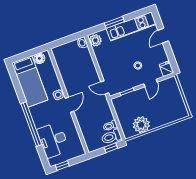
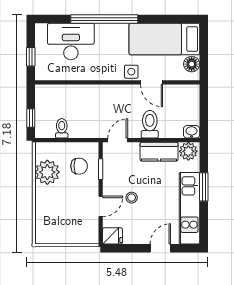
door: (163, 36) -> (160, 248), hinge flipped
kitchen counter: (102, 59) -> (159, 152), added
door: (151, 83) -> (101, 206), swing flipped
door: (70, 105) -> (152, 82), moved
chair: (130, 106) -> (79, 166), added
toilet: (111, 137) -> (150, 124), moved
window: (62, 166) -> (31, 57), moved

